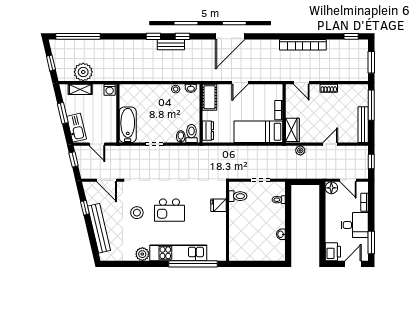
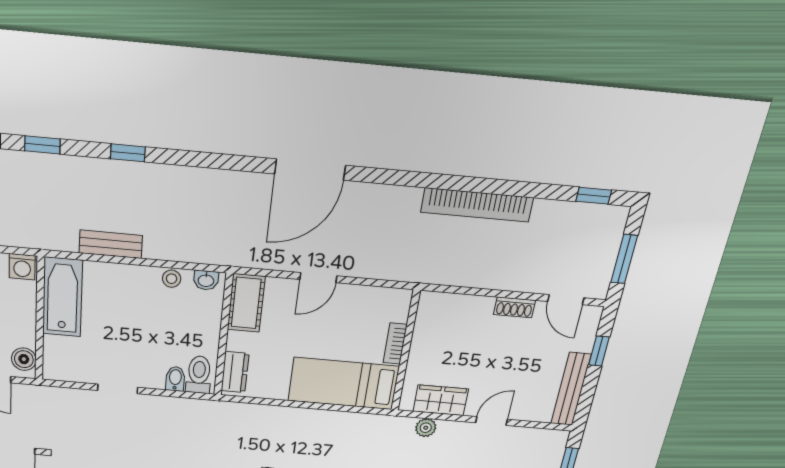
window: (182, 36) -> (42, 145), moved
bench: (171, 45) -> (111, 244), moved
door: (301, 83) -> (566, 300), moved
window: (371, 105) -> (599, 351), width x0.46
bathtub: (128, 125) -> (62, 297), moved
wardrobe: (292, 130) -> (441, 400), moved, turned -90
boiler: (111, 133) -> (24, 359), added

